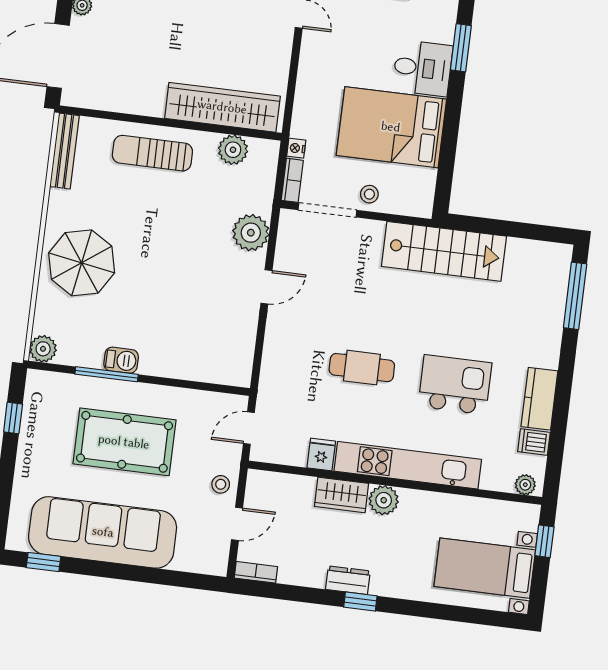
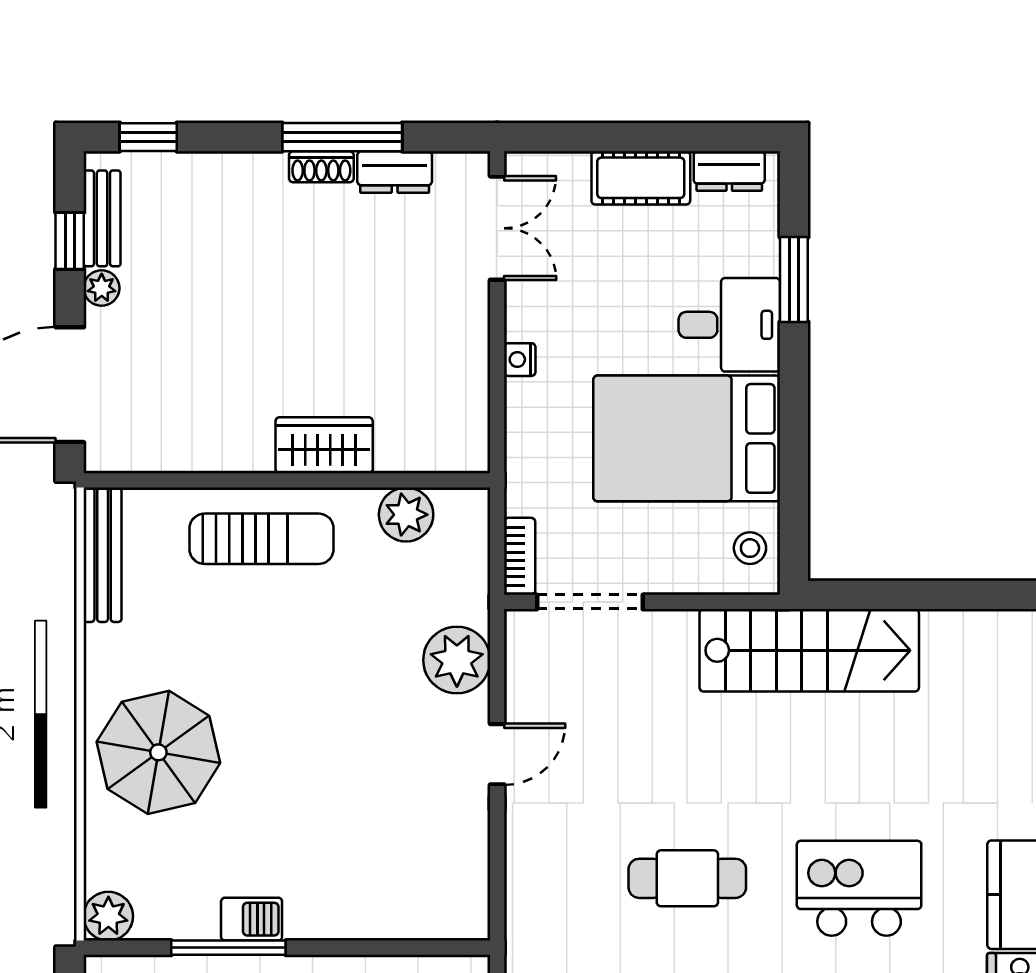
wardrobe: (222, 107) -> (324, 445), width x0.48, depth x0.85
nightstand: (296, 148) -> (520, 360), moved
sun lounger: (152, 153) -> (262, 539), turned 180
stool: (369, 194) -> (750, 548), moved

